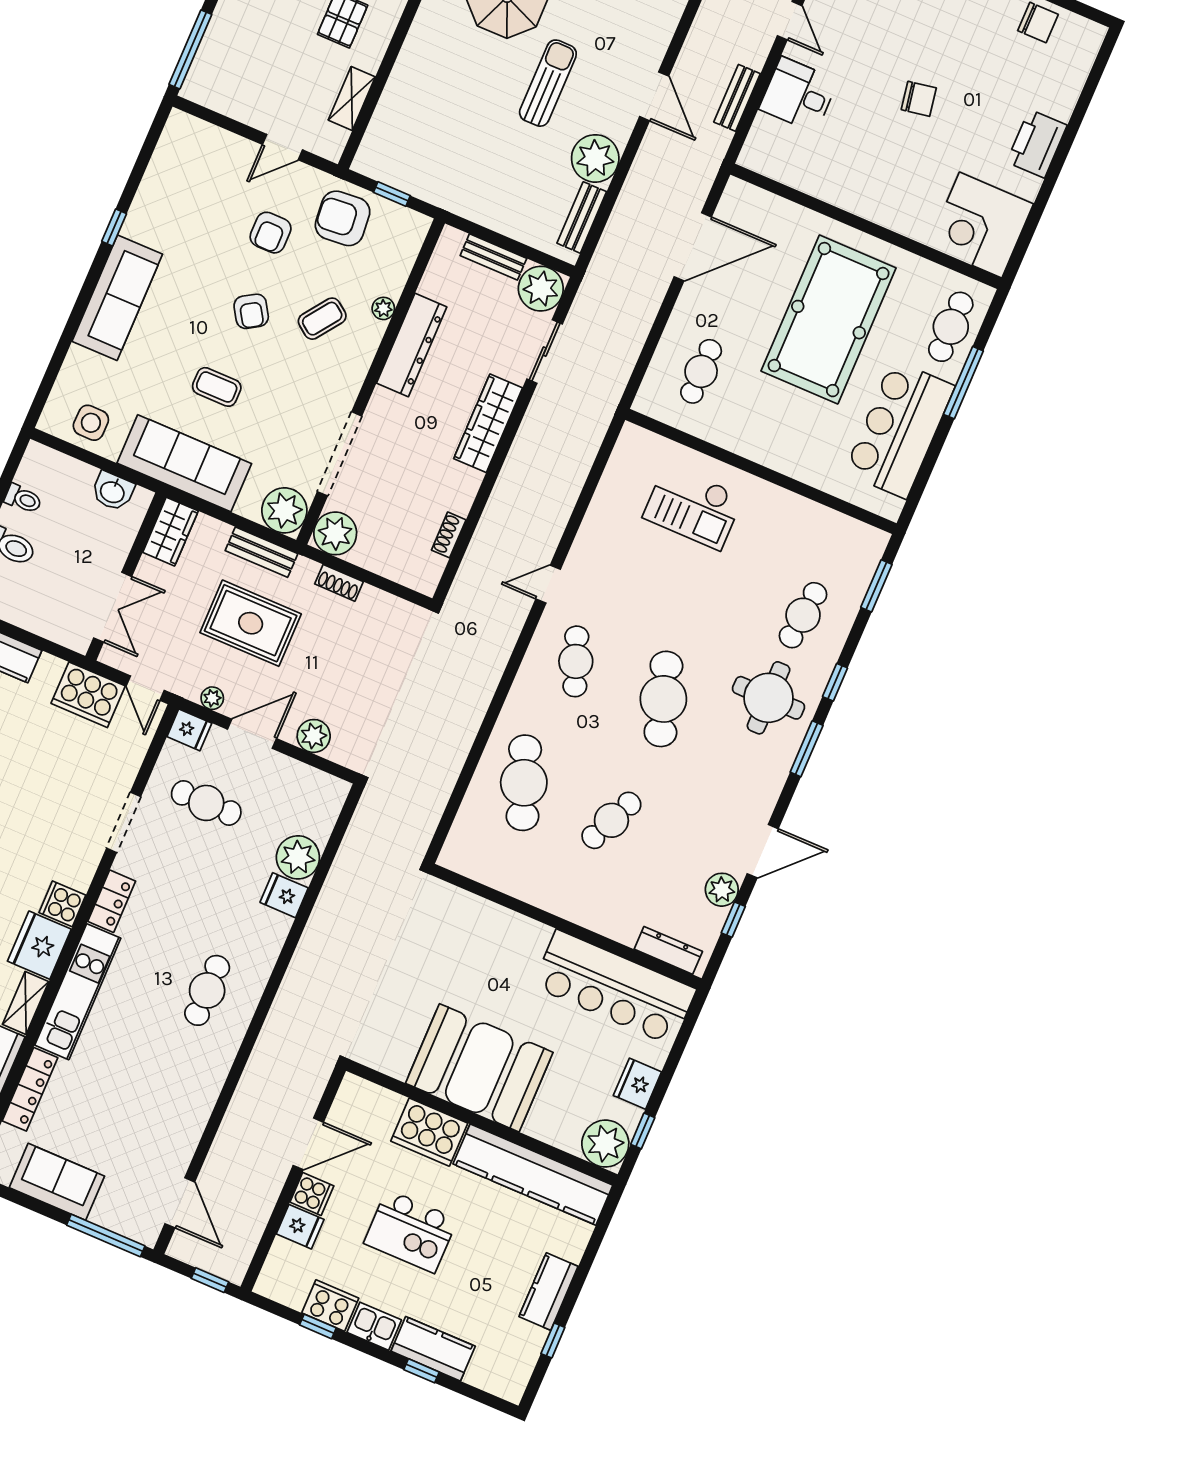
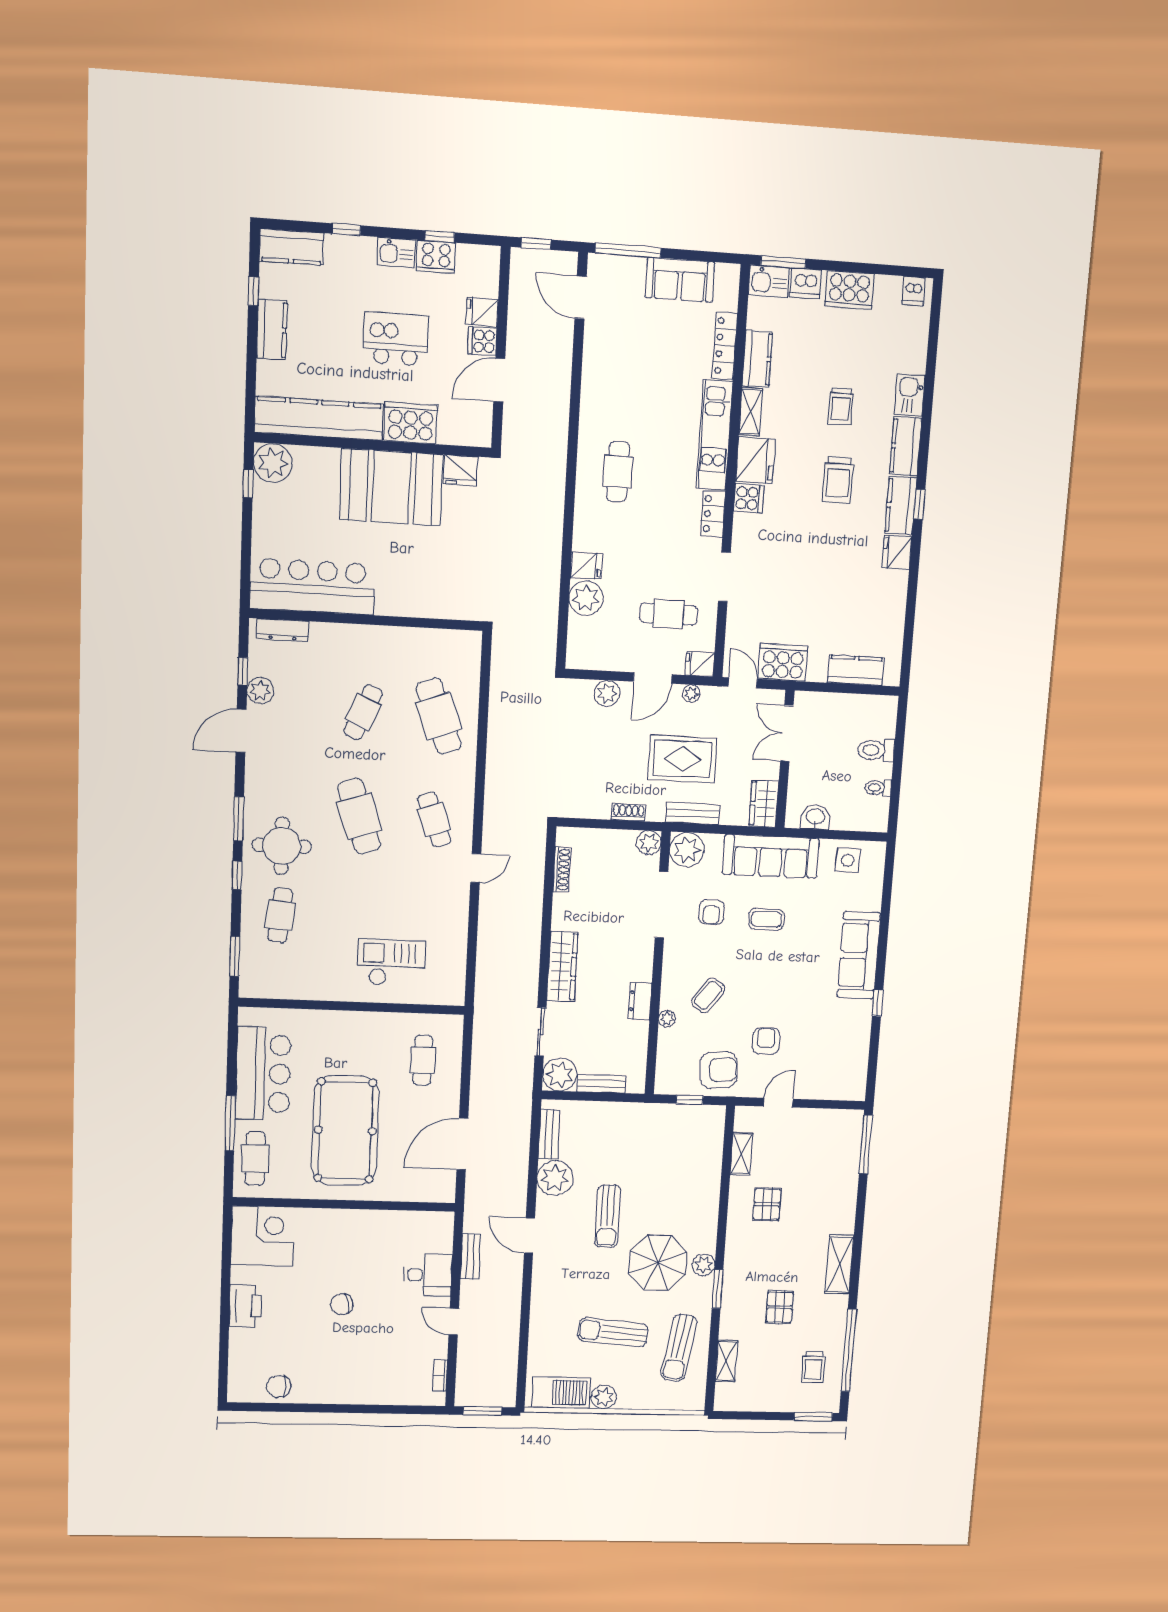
armchair: (251, 311) -> (711, 912), moved, turned -148
dresser: (412, 345) -> (640, 1001), width x0.51, depth x0.80
plant: (335, 533) -> (649, 843), width x0.73, depth x0.73
shoe rack: (449, 535) -> (562, 870), width x1.43
fridge: (637, 1084) -> (461, 470), moved, turned 90
kitchen counter: (433, 1349) -> (291, 247), moved

